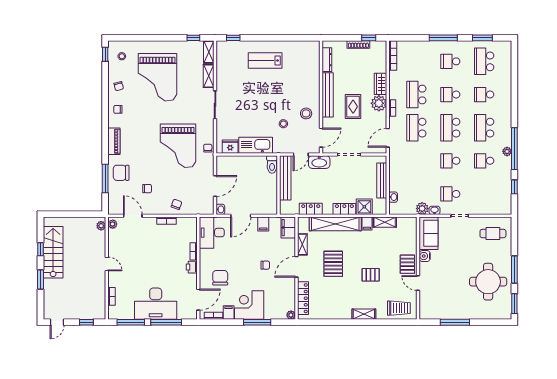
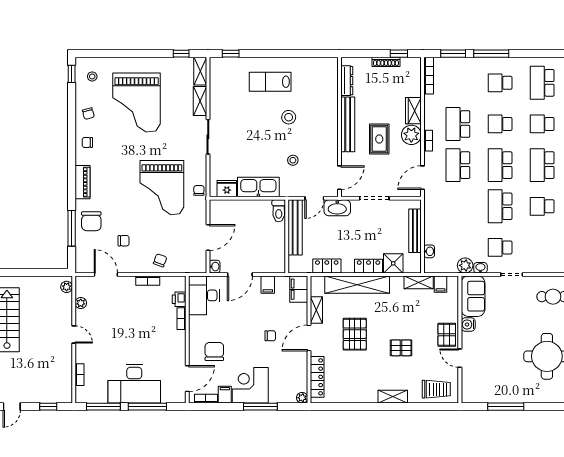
window: (482, 38) -> (453, 54), moved
stool: (306, 113) -> (289, 117), moved
school desk: (450, 161) -> (500, 206), width x1.85
chair: (121, 173) -> (91, 221), turned -90
filing cabinet: (367, 223) -> (440, 284), moved
plant: (113, 224) -> (81, 303), moved
printer: (192, 267) -> (179, 299), moved

